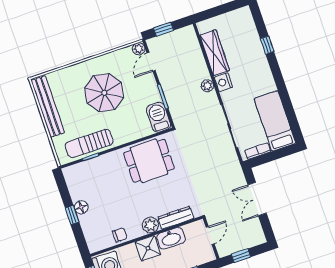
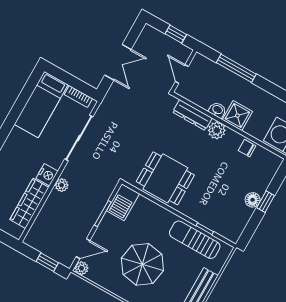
sun lounger: (89, 143) -> (195, 240), turned 180
door: (210, 235) -> (182, 74), hinge flipped
washbasin: (171, 238) -> (217, 110), width x0.52, depth x0.69

